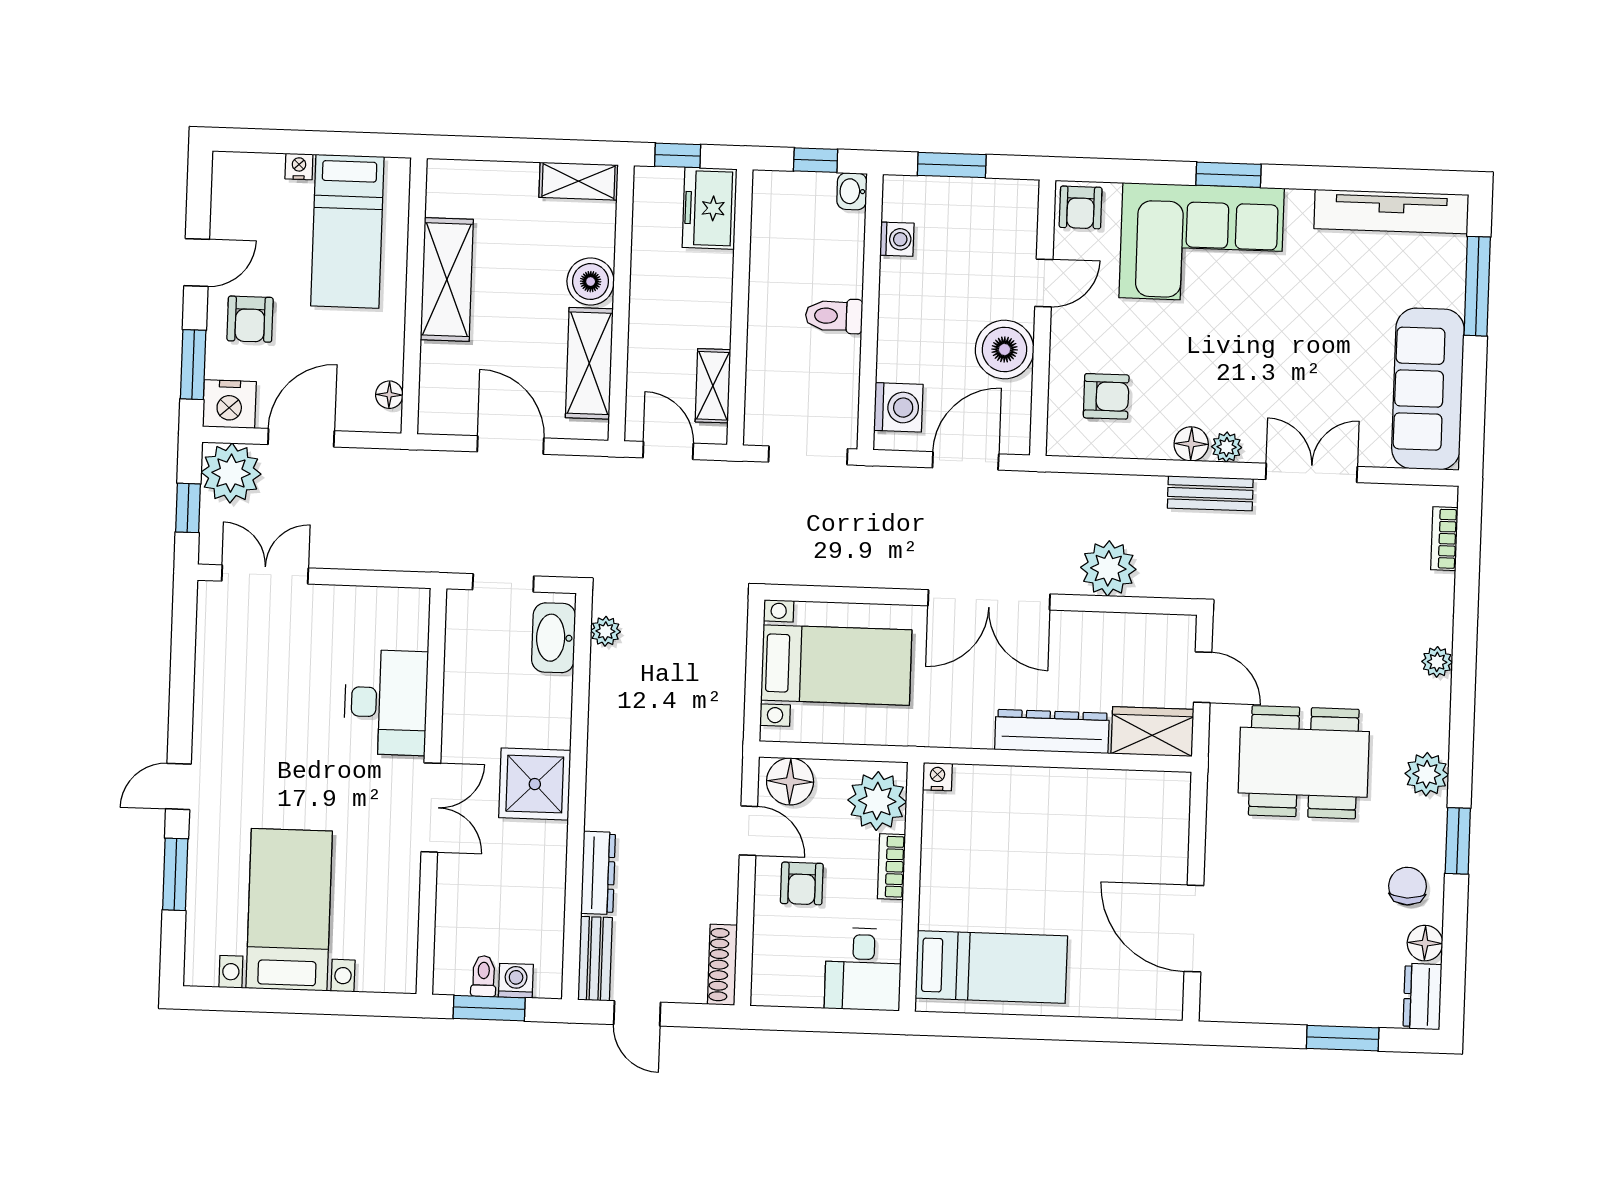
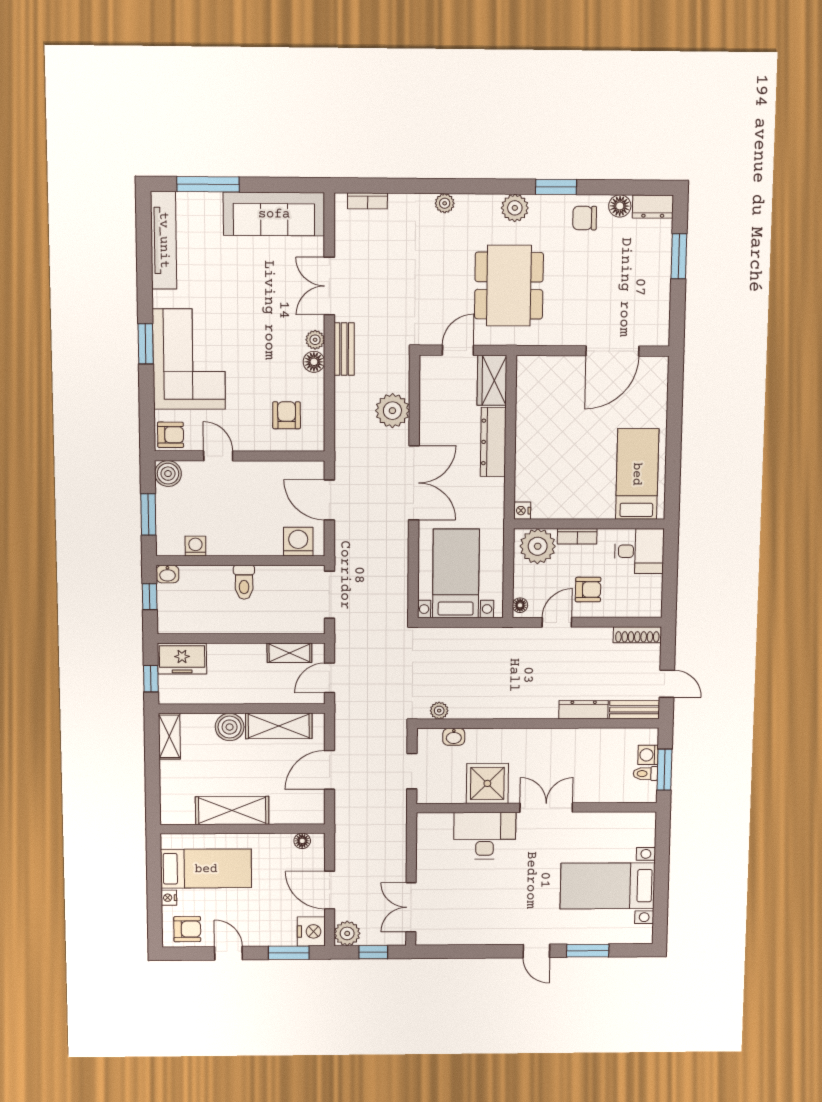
armchair: (250, 319) -> (187, 929), moved
boiler: (1005, 350) -> (168, 474), moved, width x0.73, depth x0.73
plant: (231, 473) -> (347, 933), width x0.73, depth x0.73
washbasin: (554, 638) -> (454, 737), width x0.52, depth x0.69
floor lamp: (790, 781) -> (520, 605), width x0.53, depth x0.53
shower: (535, 784) -> (487, 783), moved
door: (637, 1013) -> (667, 684), hinge flipped

